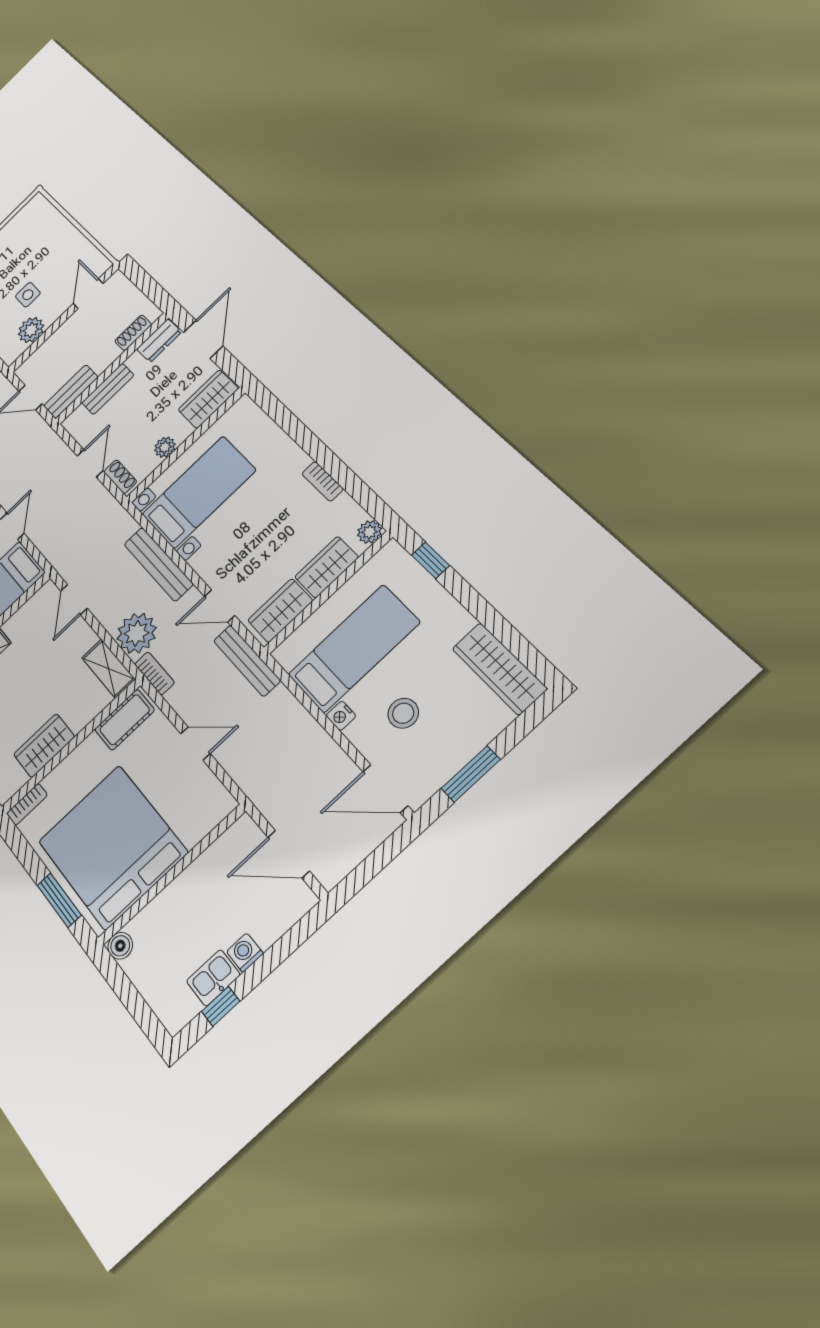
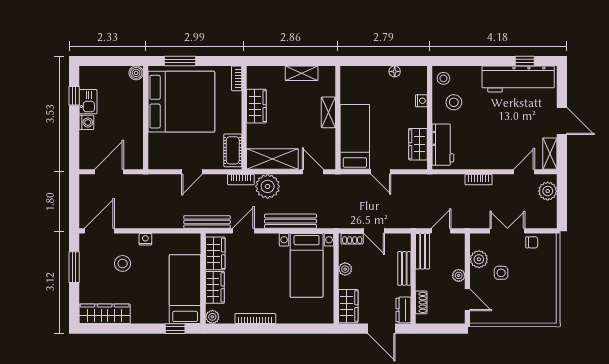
plant: (67, 330) -> (459, 275), added
bookcase: (323, 481) -> (255, 318), width x1.56
bed: (354, 649) -> (185, 289), moved, turned 180
shelving: (108, 668) -> (272, 159), width x1.50, depth x1.33

